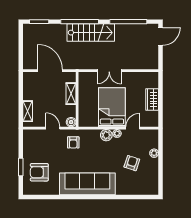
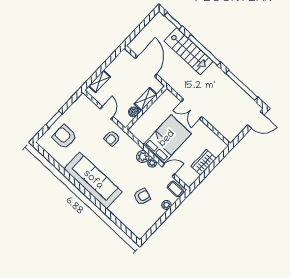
stairs: (91, 33) -> (188, 51), moved
boiler: (71, 122) -> (134, 112), moved
coffee table: (150, 136) -> (175, 189), added

